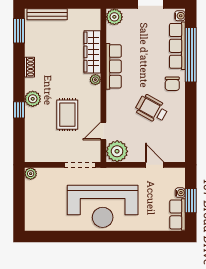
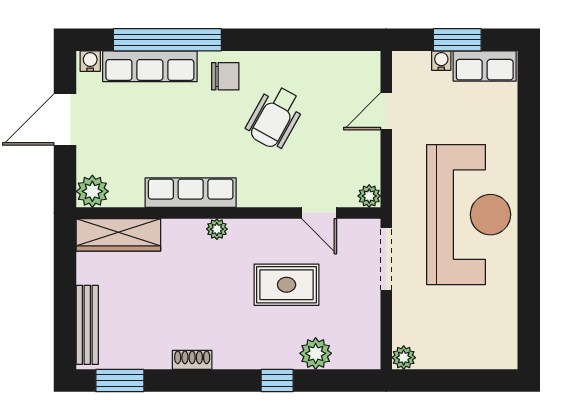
wardrobe: (92, 52) -> (118, 235), moved
plant: (33, 99) -> (316, 353), moved
plant: (117, 151) -> (369, 196), width x0.53, depth x0.53

